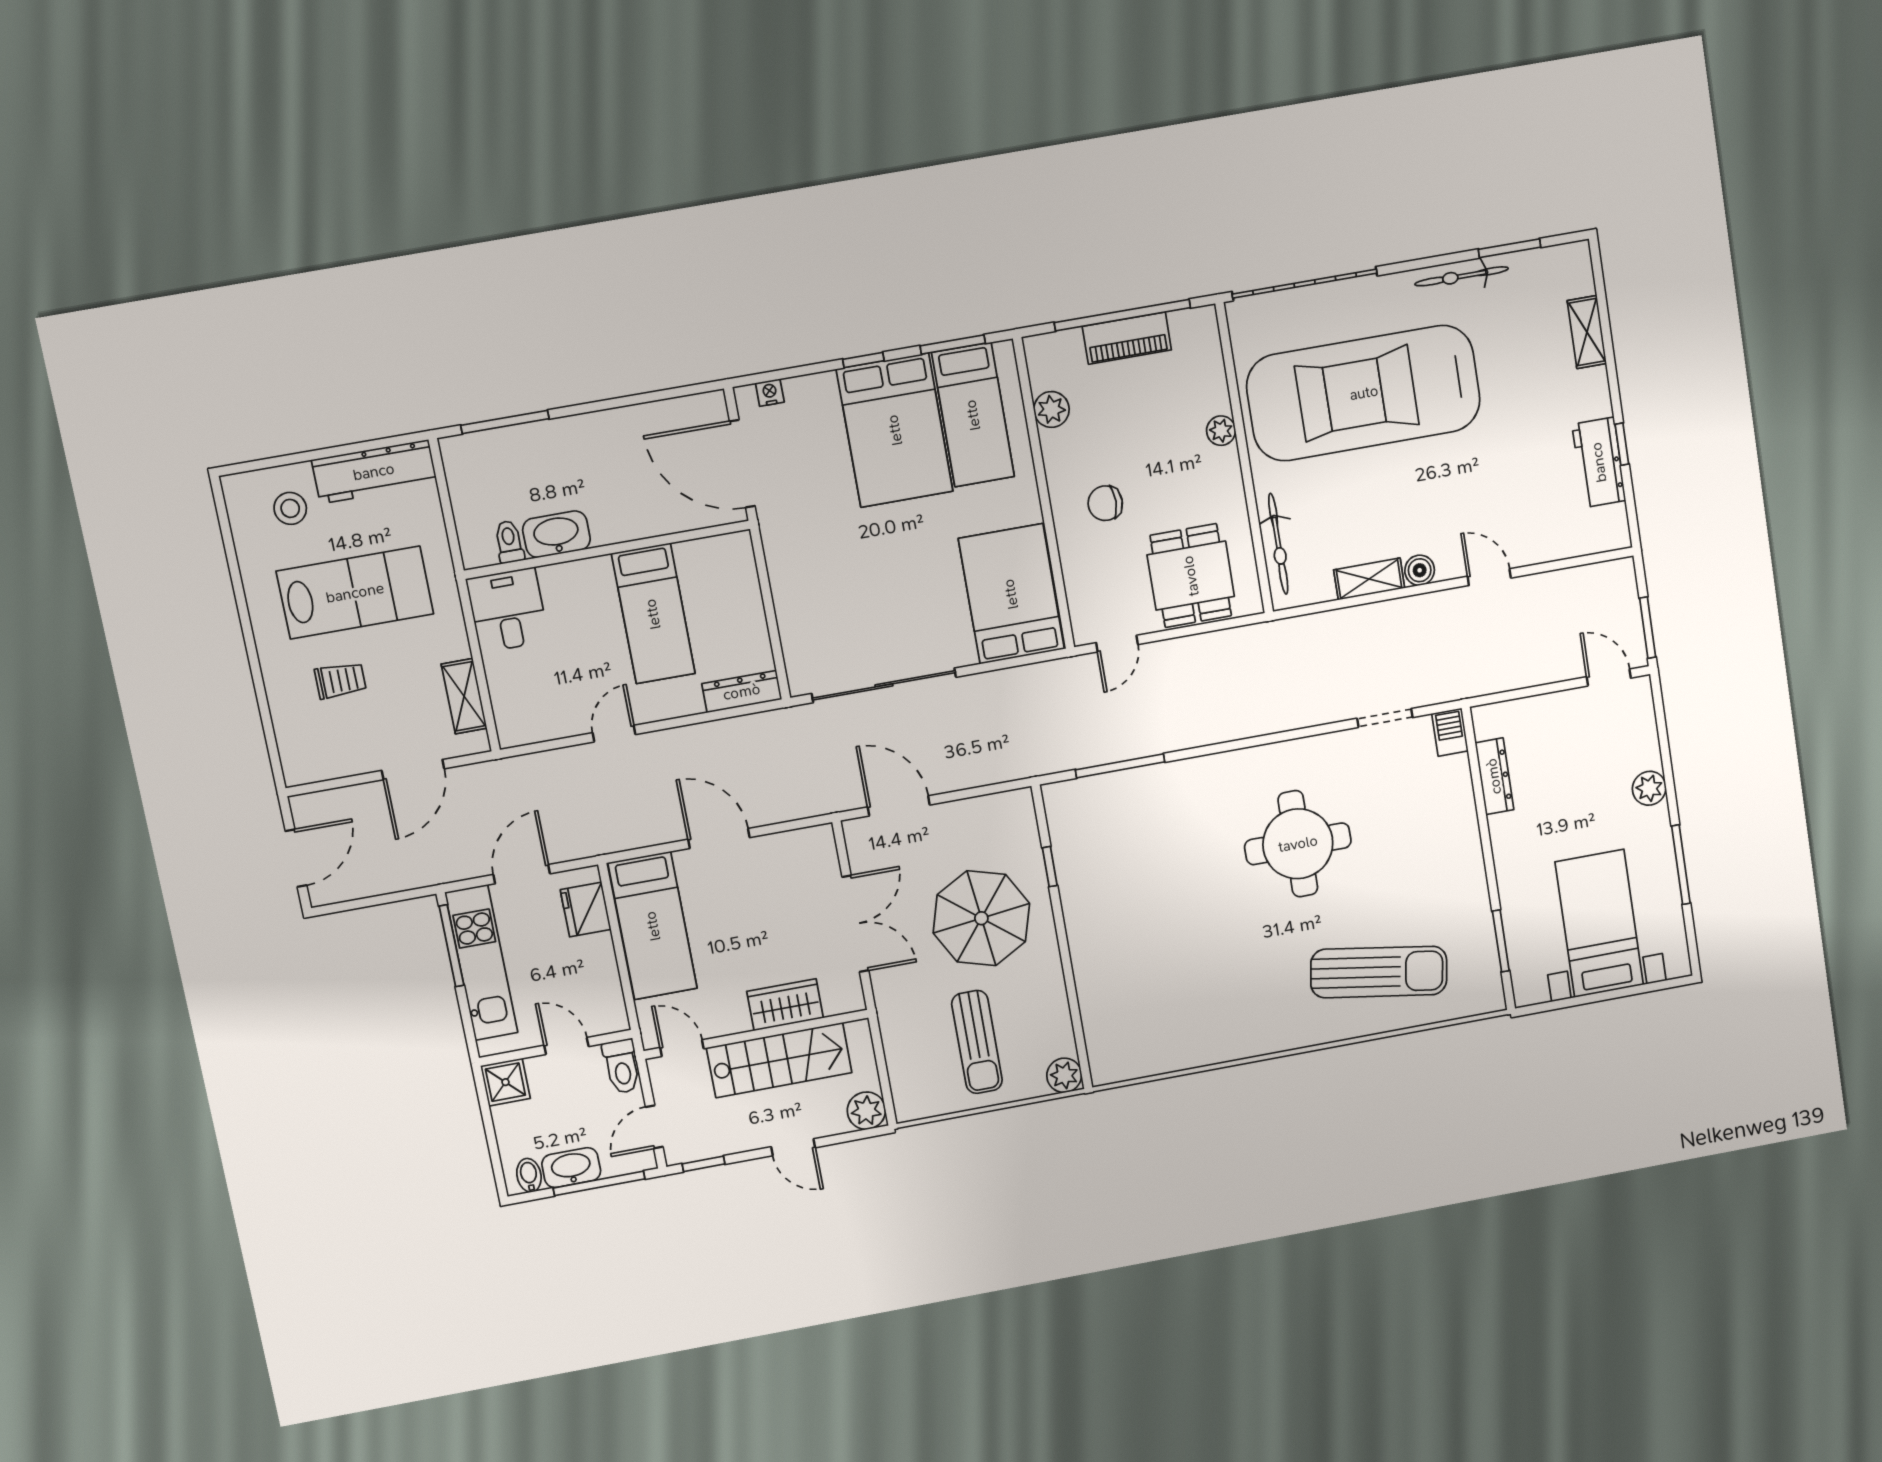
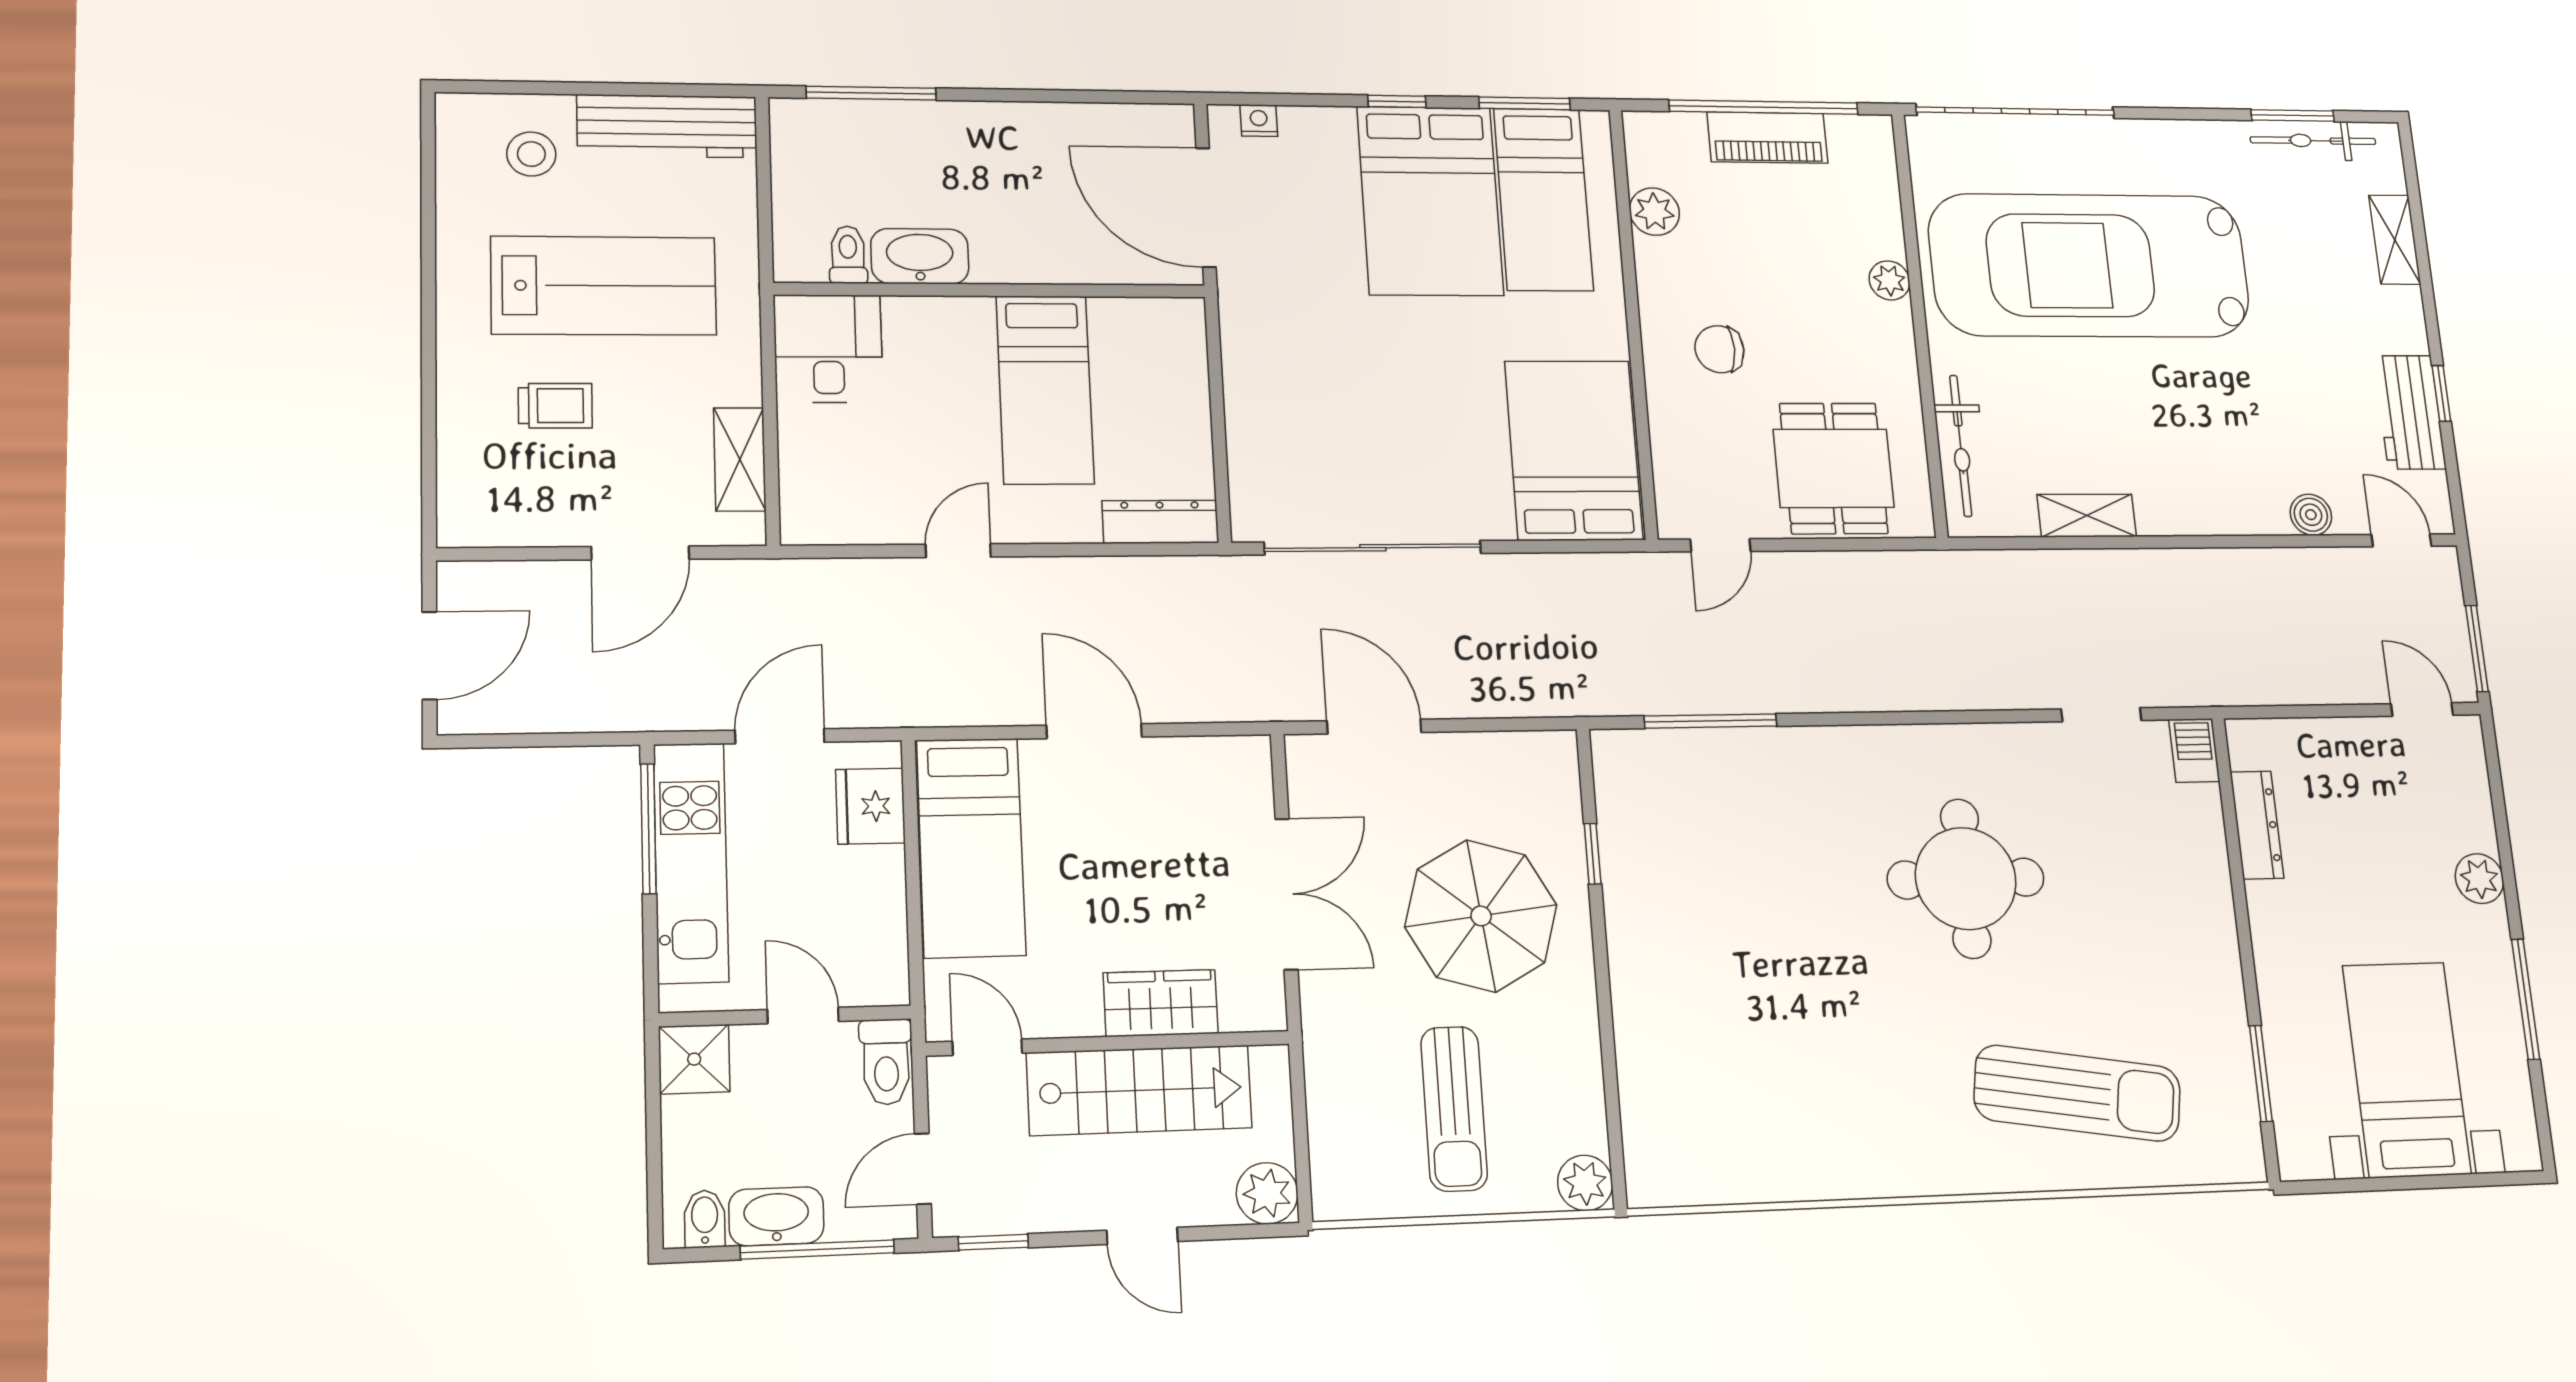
bicycle: (1462, 276) -> (2313, 141), moved
boiler: (1420, 570) -> (2311, 515), moved
door: (1489, 577) -> (2401, 540), moved

